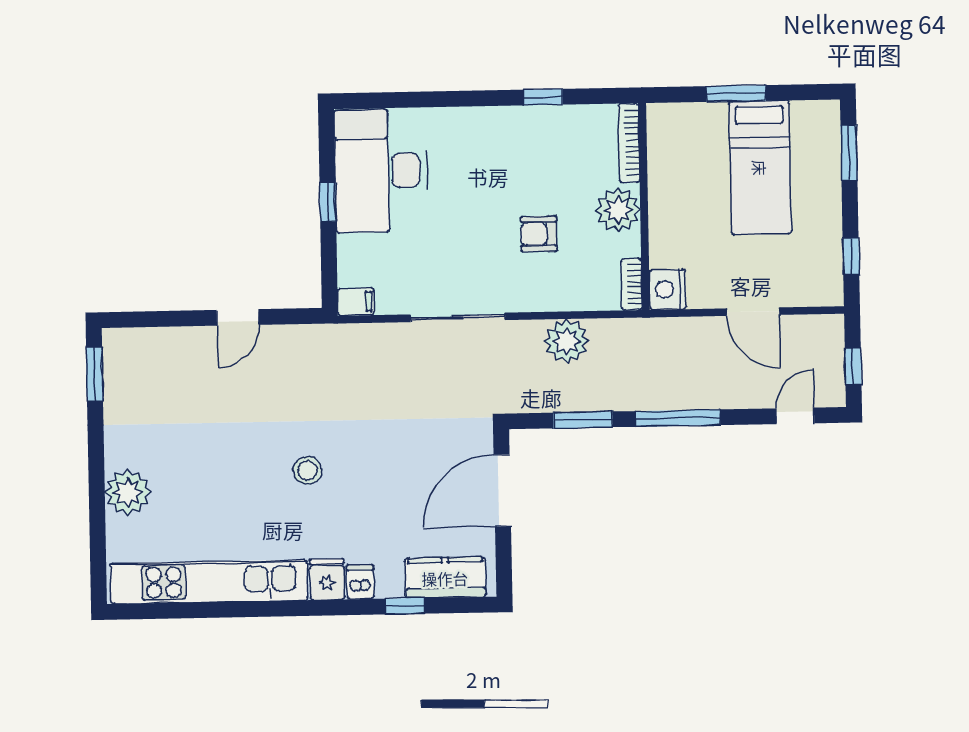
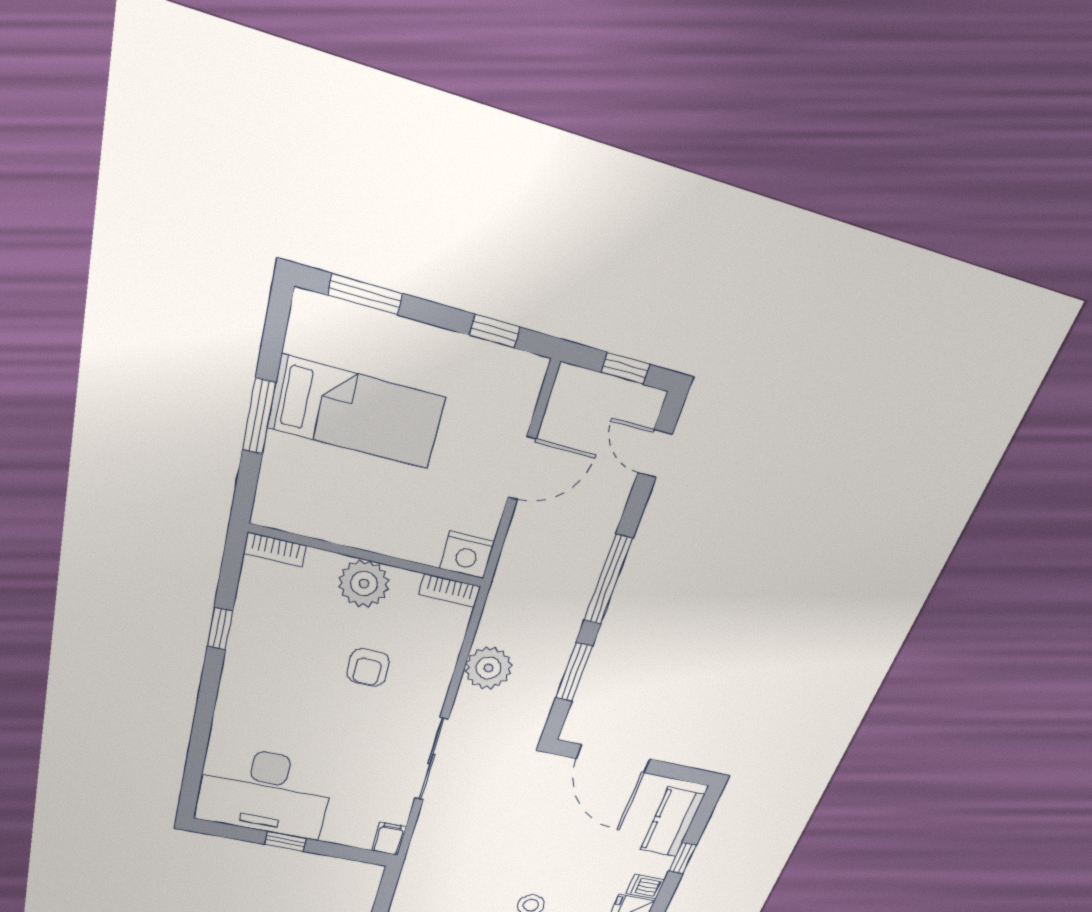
bookcase: (629, 143) -> (275, 550), width x0.64

